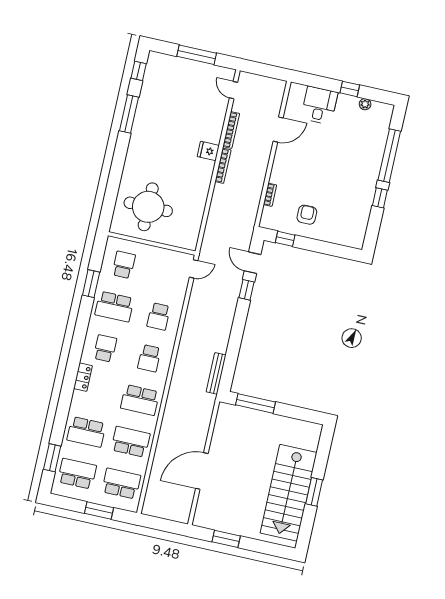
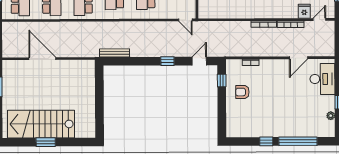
desk: (319, 105) -> (322, 79), width x1.37
door: (278, 130) -> (298, 58), hinge flipped
fridge: (208, 151) -> (304, 11), moved
armchair: (307, 215) -> (242, 92), turned 180
window: (246, 290) -> (167, 61), moved
window: (255, 403) -> (99, 86), removed

